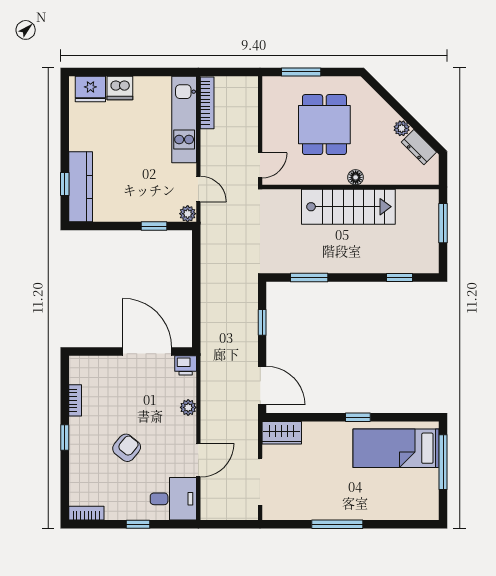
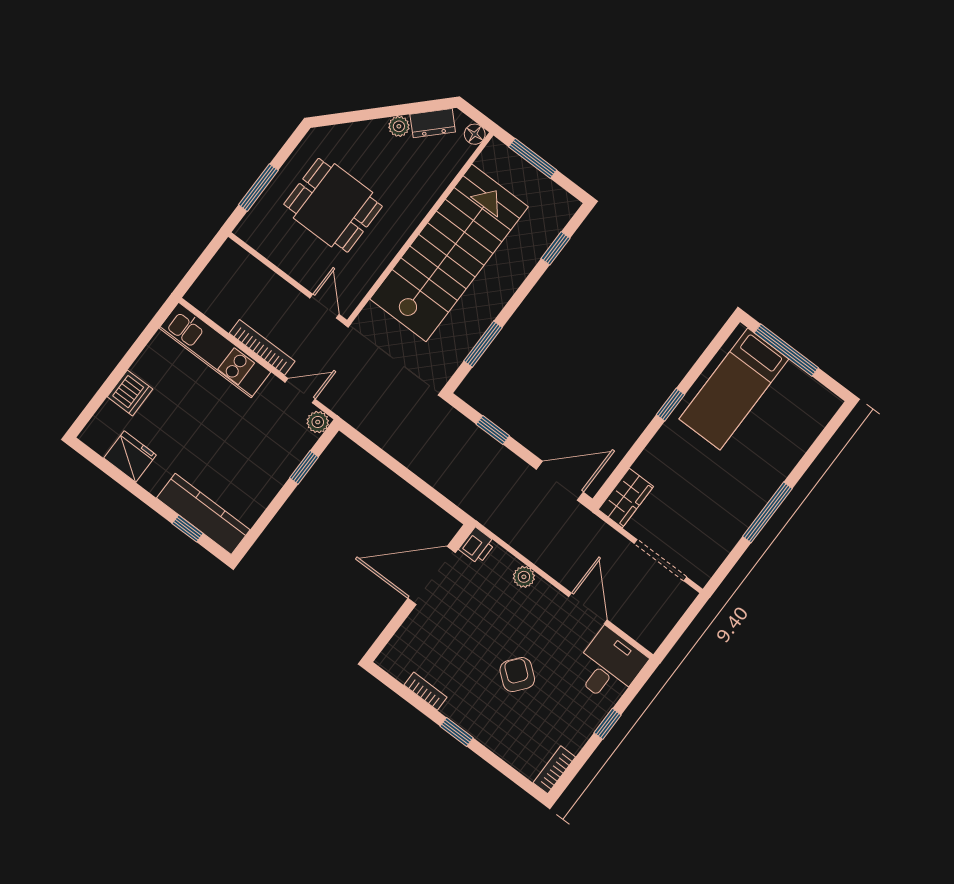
fridge: (90, 89) -> (130, 456), moved, turned -90
bookcase: (207, 103) -> (262, 347), moved
floor lamp: (356, 177) -> (475, 134), moved
stairs: (348, 207) -> (449, 253), width x1.36, depth x1.51

